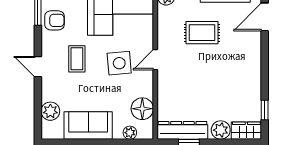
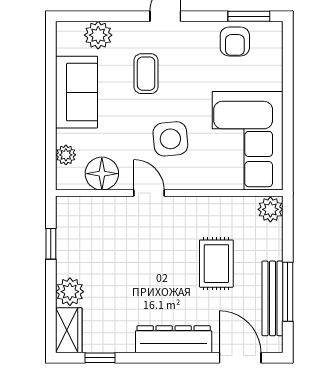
coffee table: (77, 59) -> (146, 74), moved, turned 90
door: (155, 60) -> (149, 193), moved
dresser: (182, 130) -> (174, 339), moved, turned -90

